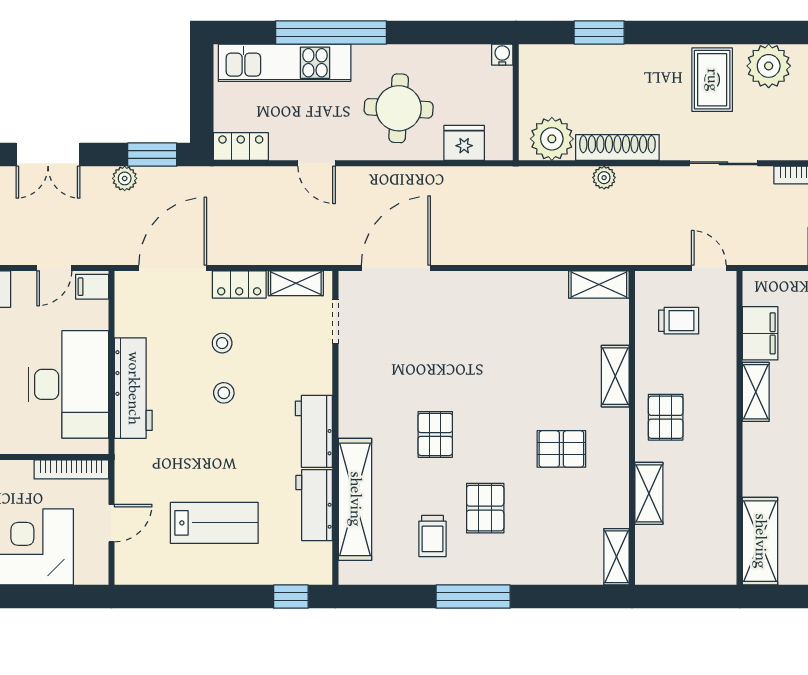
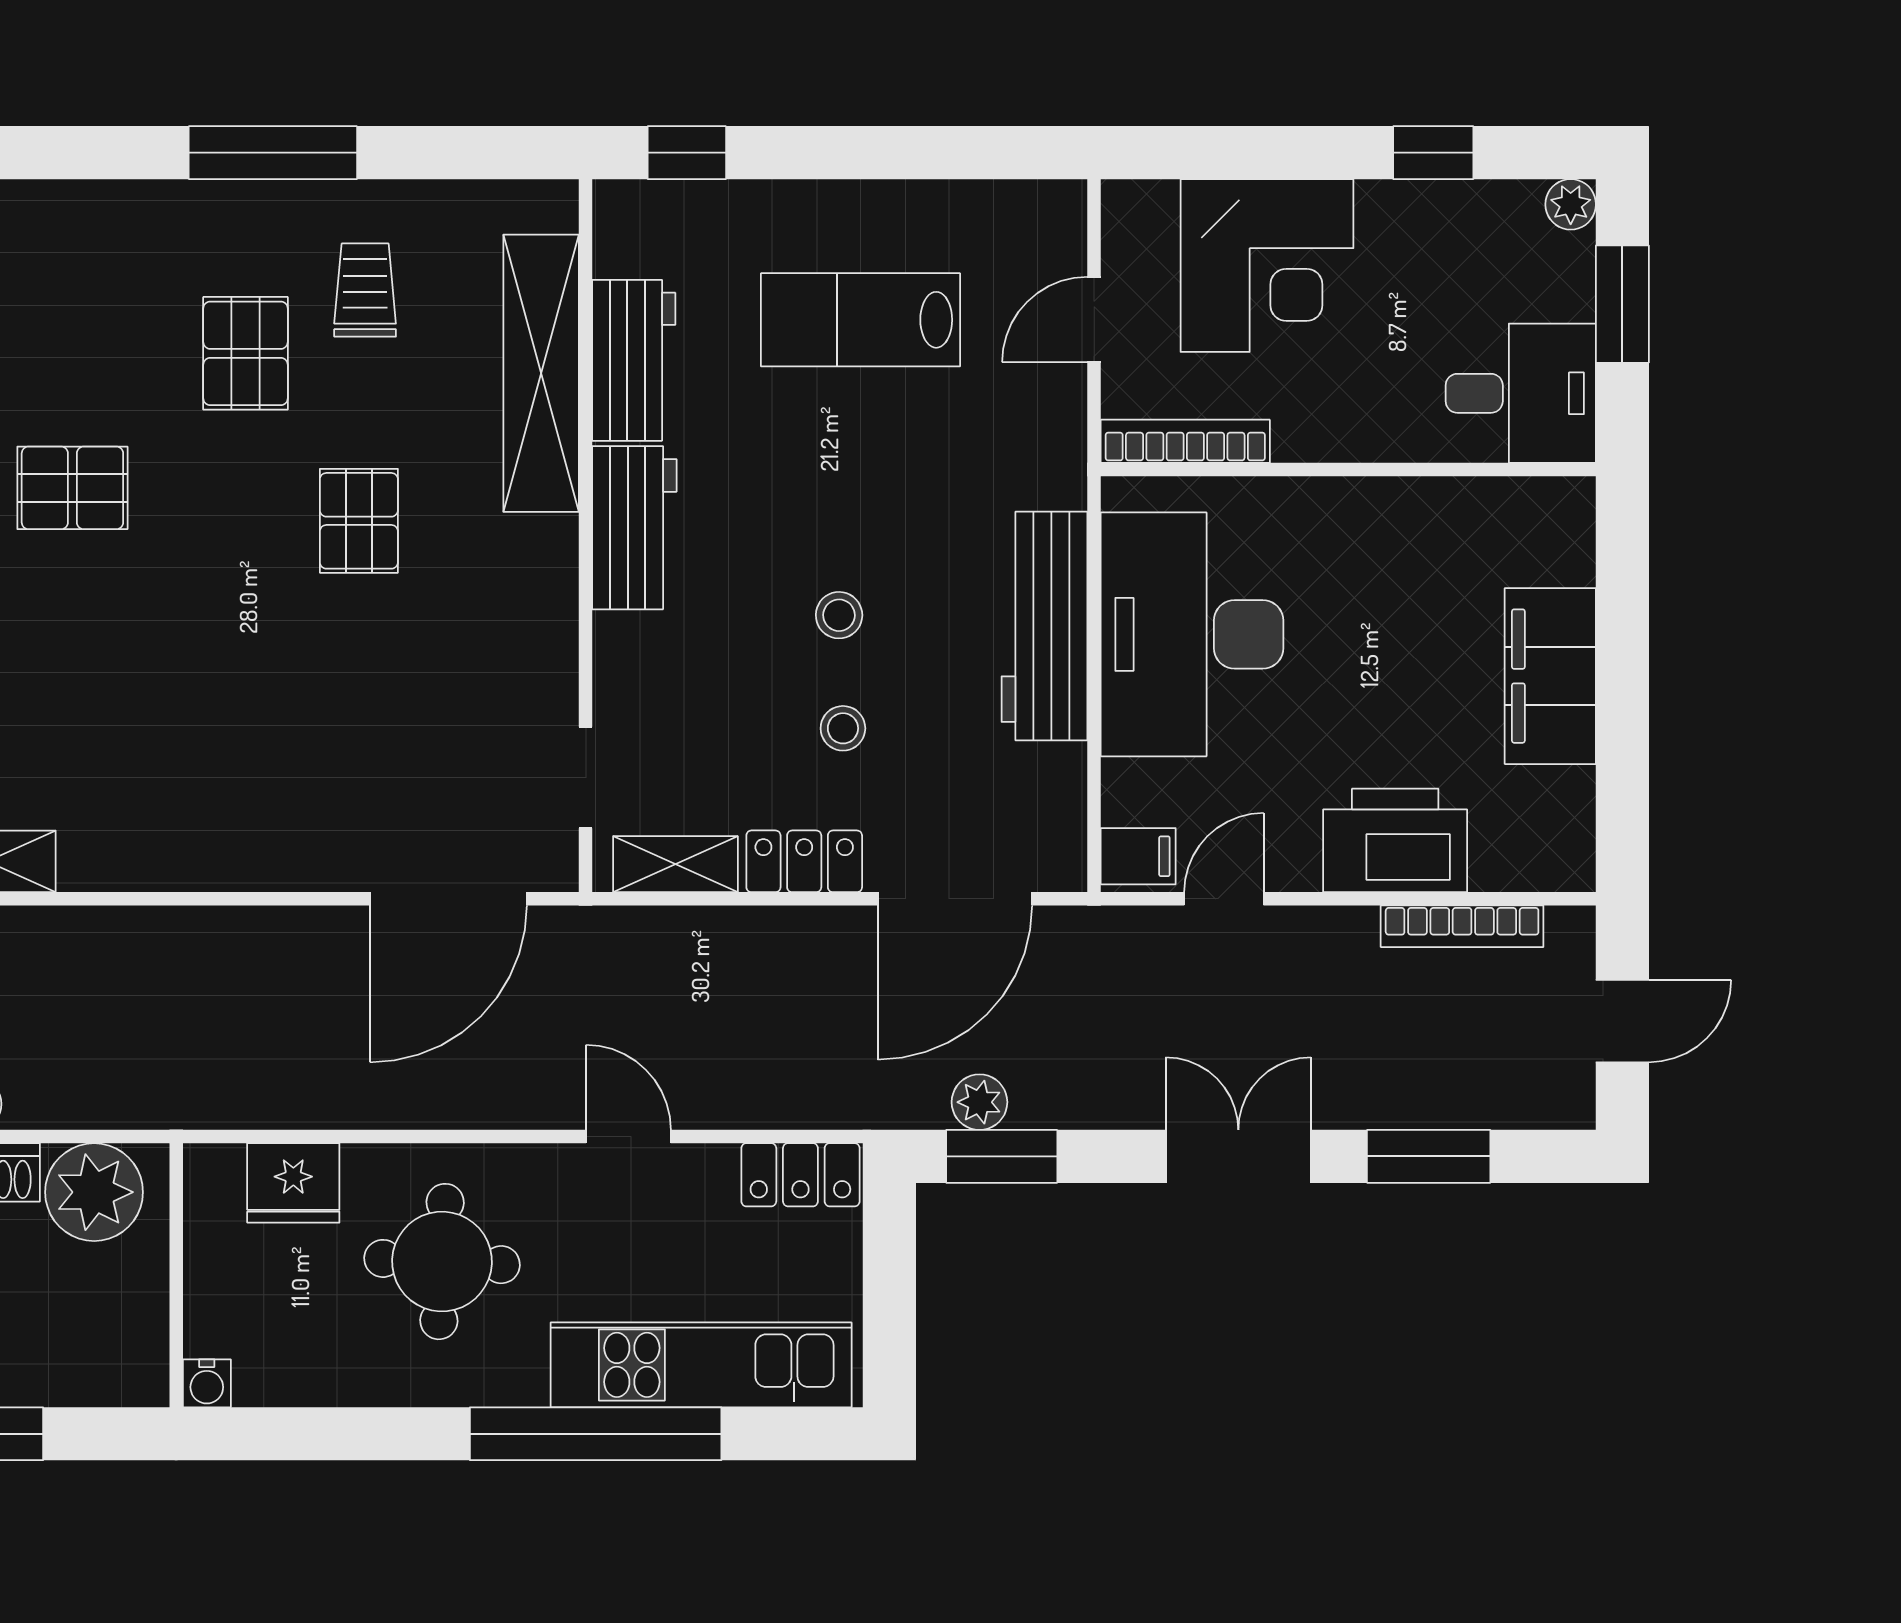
plant: (125, 178) -> (979, 1102), moved

